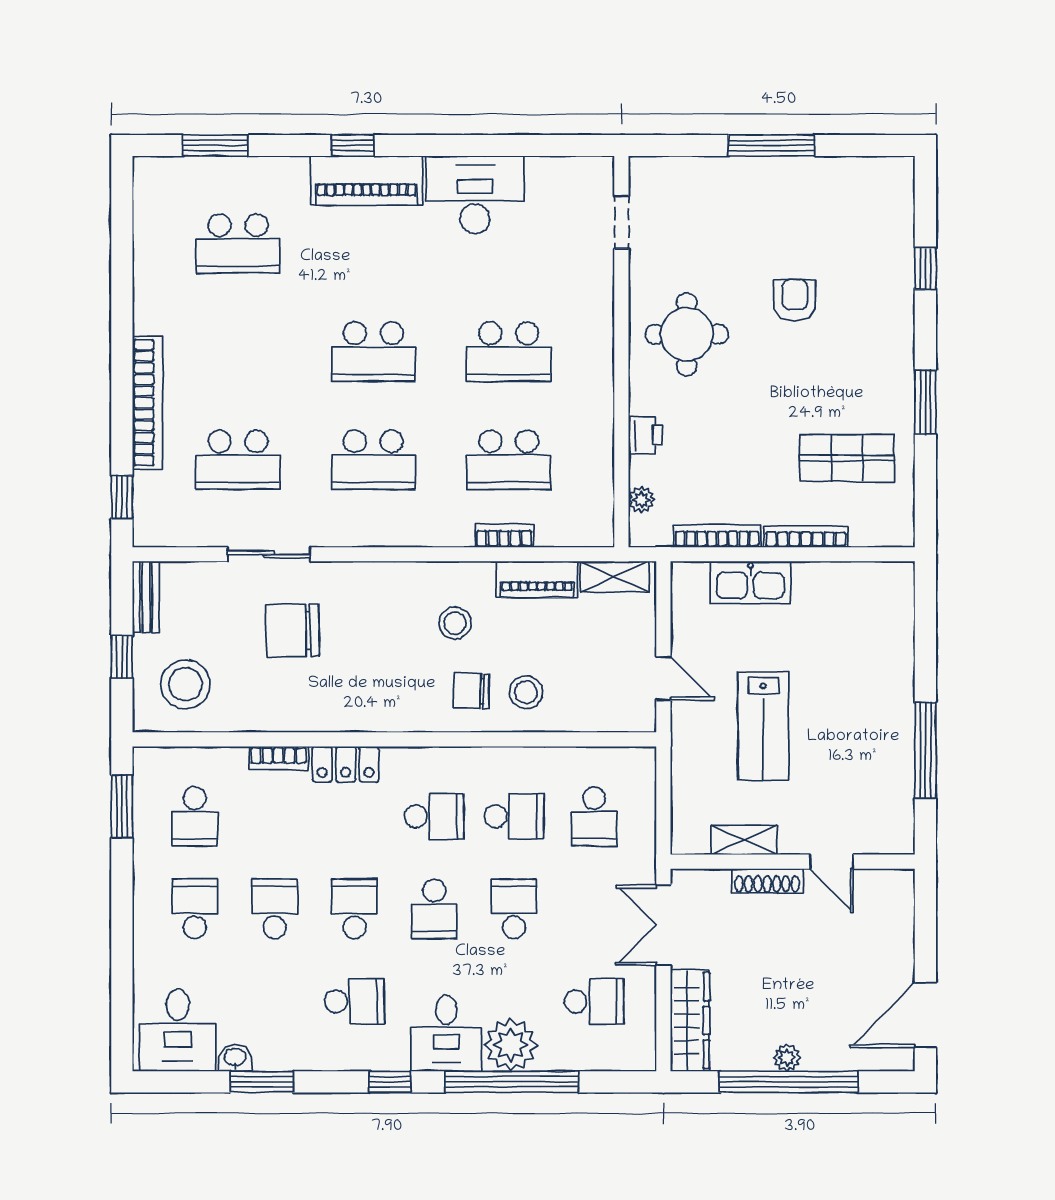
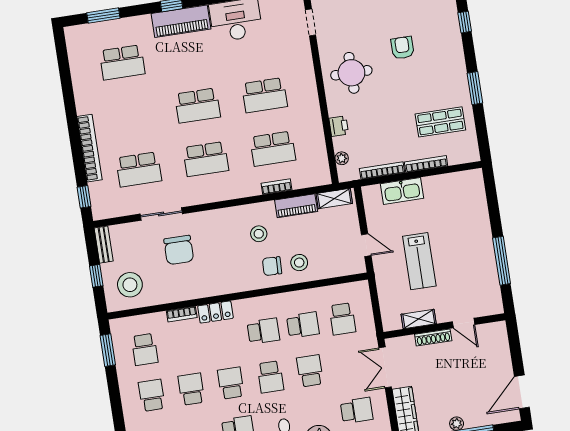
chair: (292, 631) -> (179, 250), turned -89

